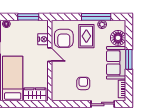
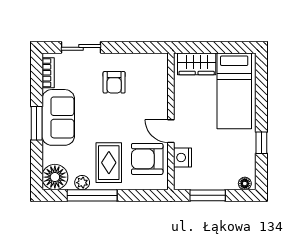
armchair: (64, 38) -> (147, 159), turned -90
floor lamp: (118, 38) -> (55, 177), moved

